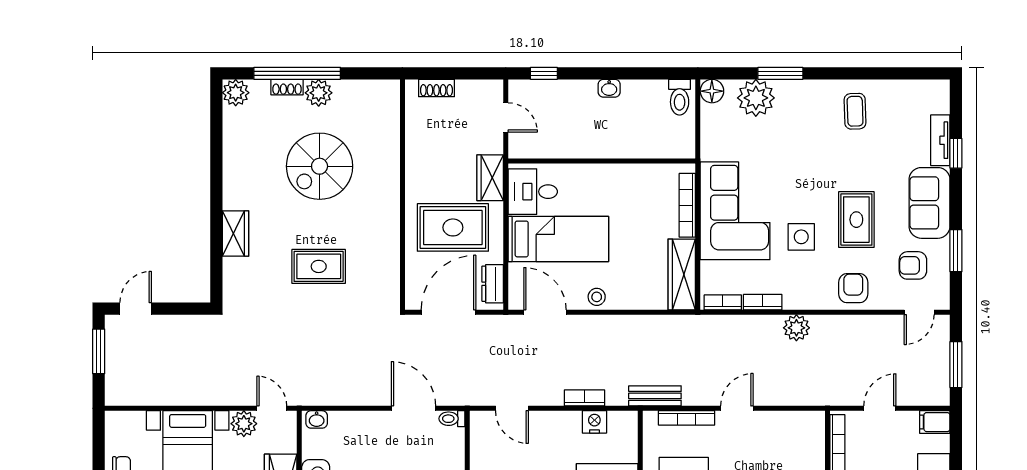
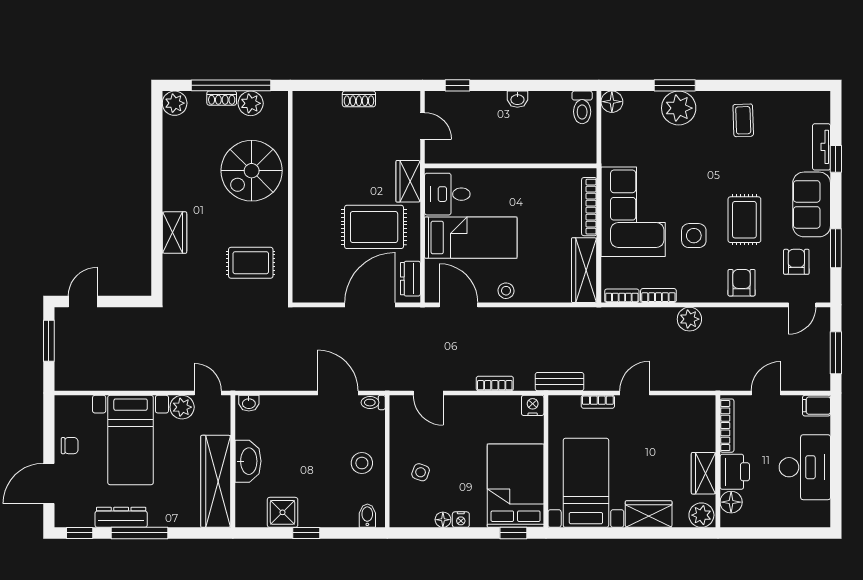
plant: (756, 98) -> (679, 108), moved
wall: (402, 195) -> (290, 197), moved
armchair: (913, 265) -> (796, 262), turned 90
bookcase: (687, 418) -> (598, 402), width x0.64
nightstand: (594, 422) -> (533, 405), moved

